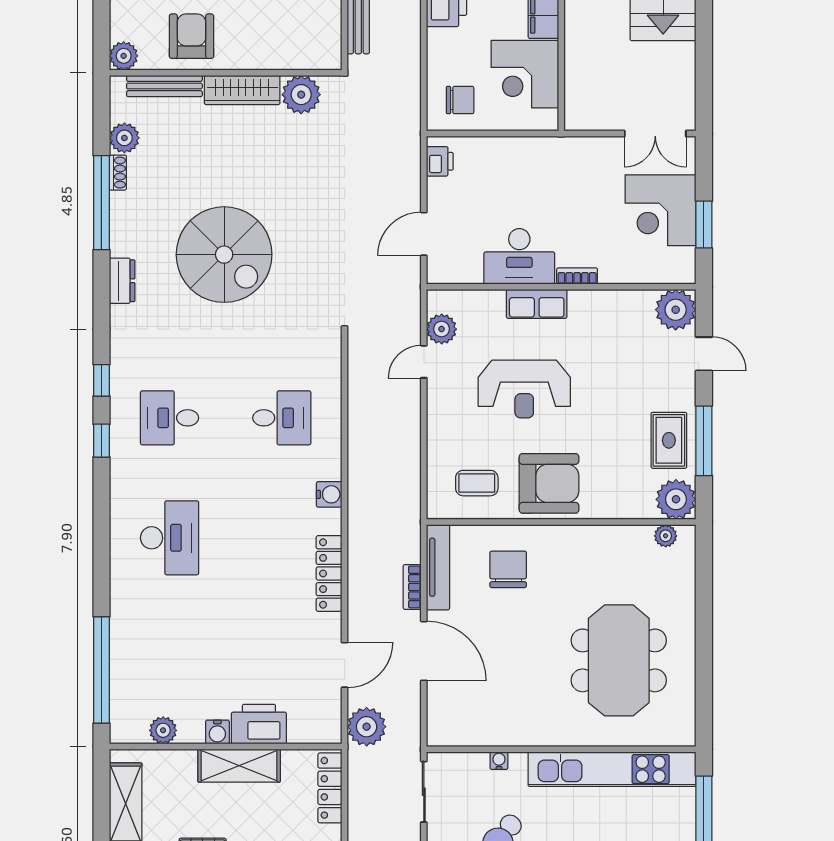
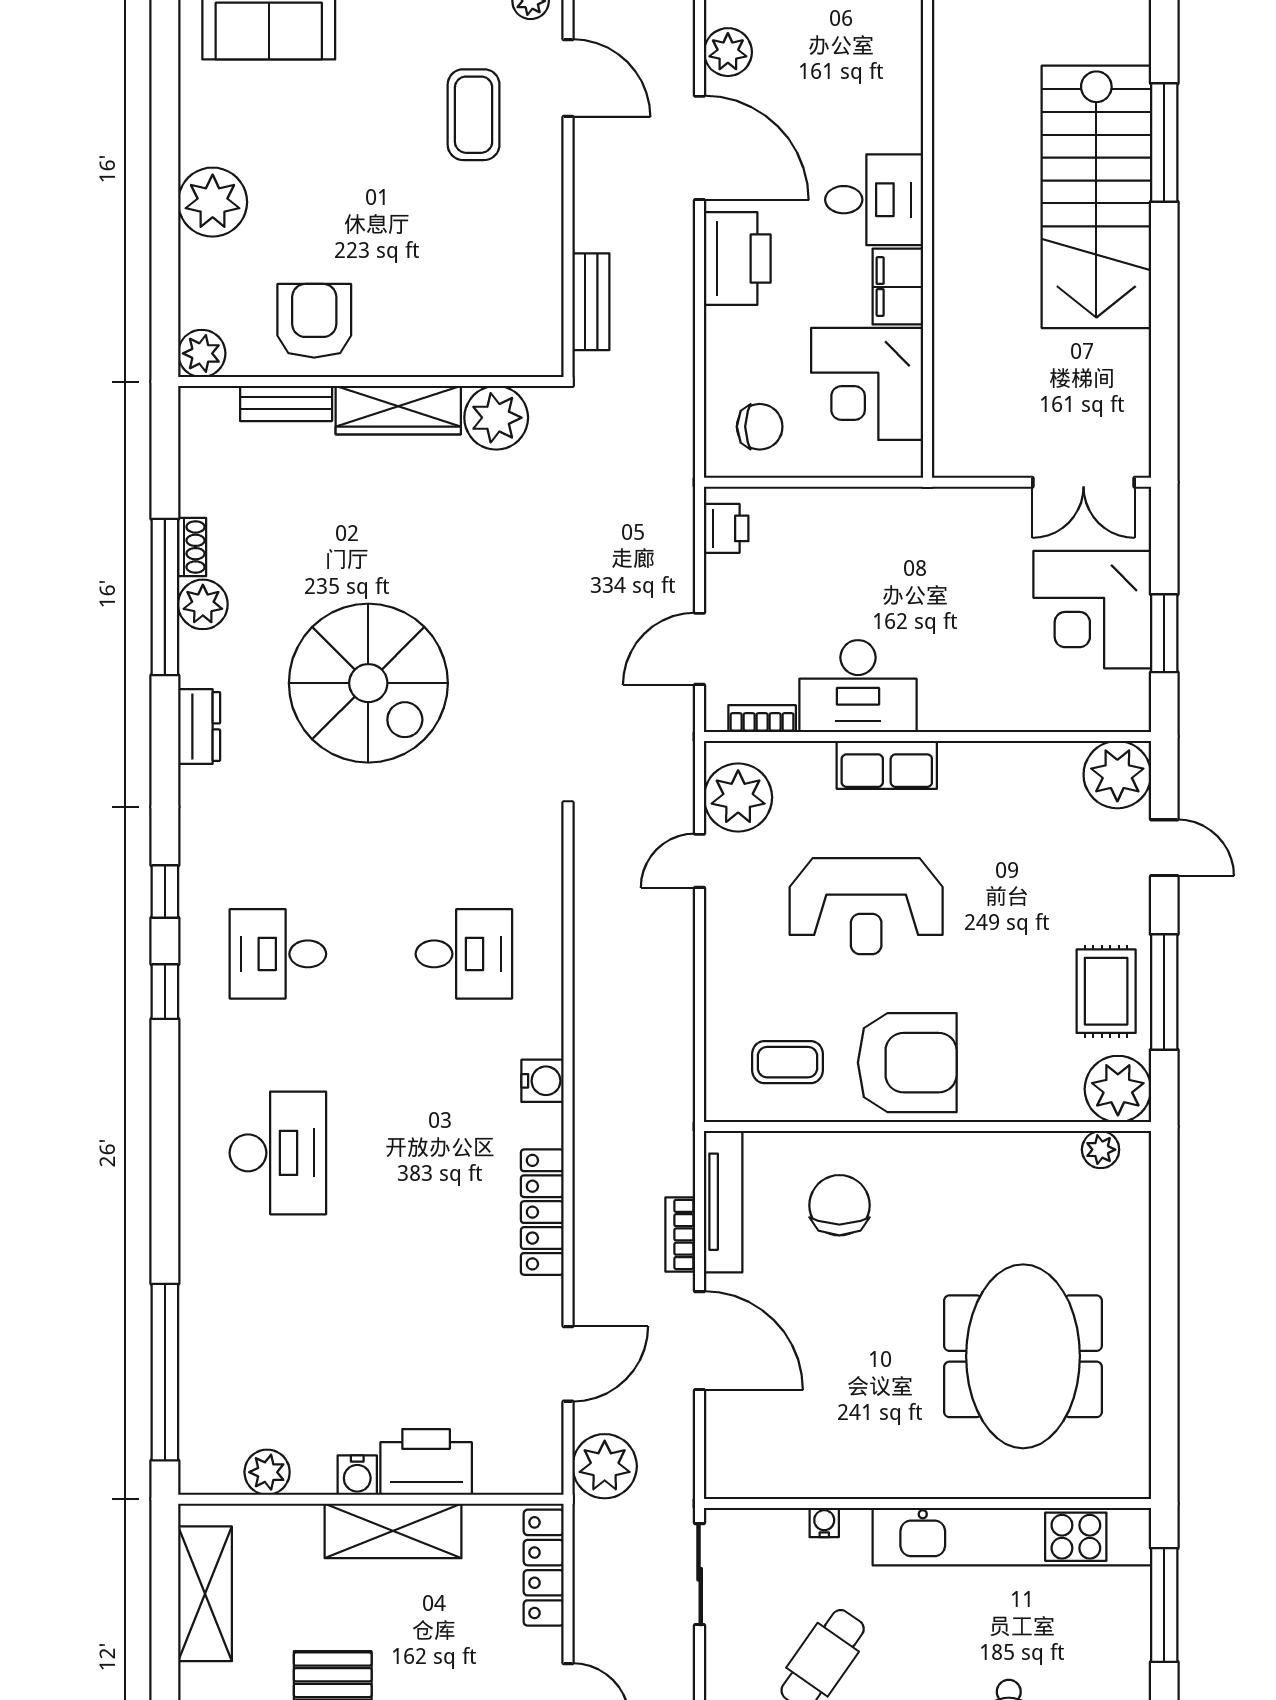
bench: (164, 86) -> (286, 403), width x0.73
plant: (124, 138) -> (203, 604), moved
bookcase: (577, 276) -> (762, 719), moved
plant: (442, 329) -> (738, 797), width x1.36, depth x1.36

